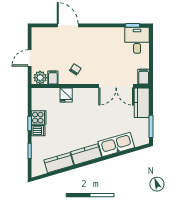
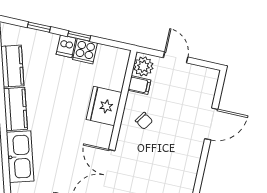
fridge: (66, 95) -> (104, 106), width x1.88, depth x1.34

